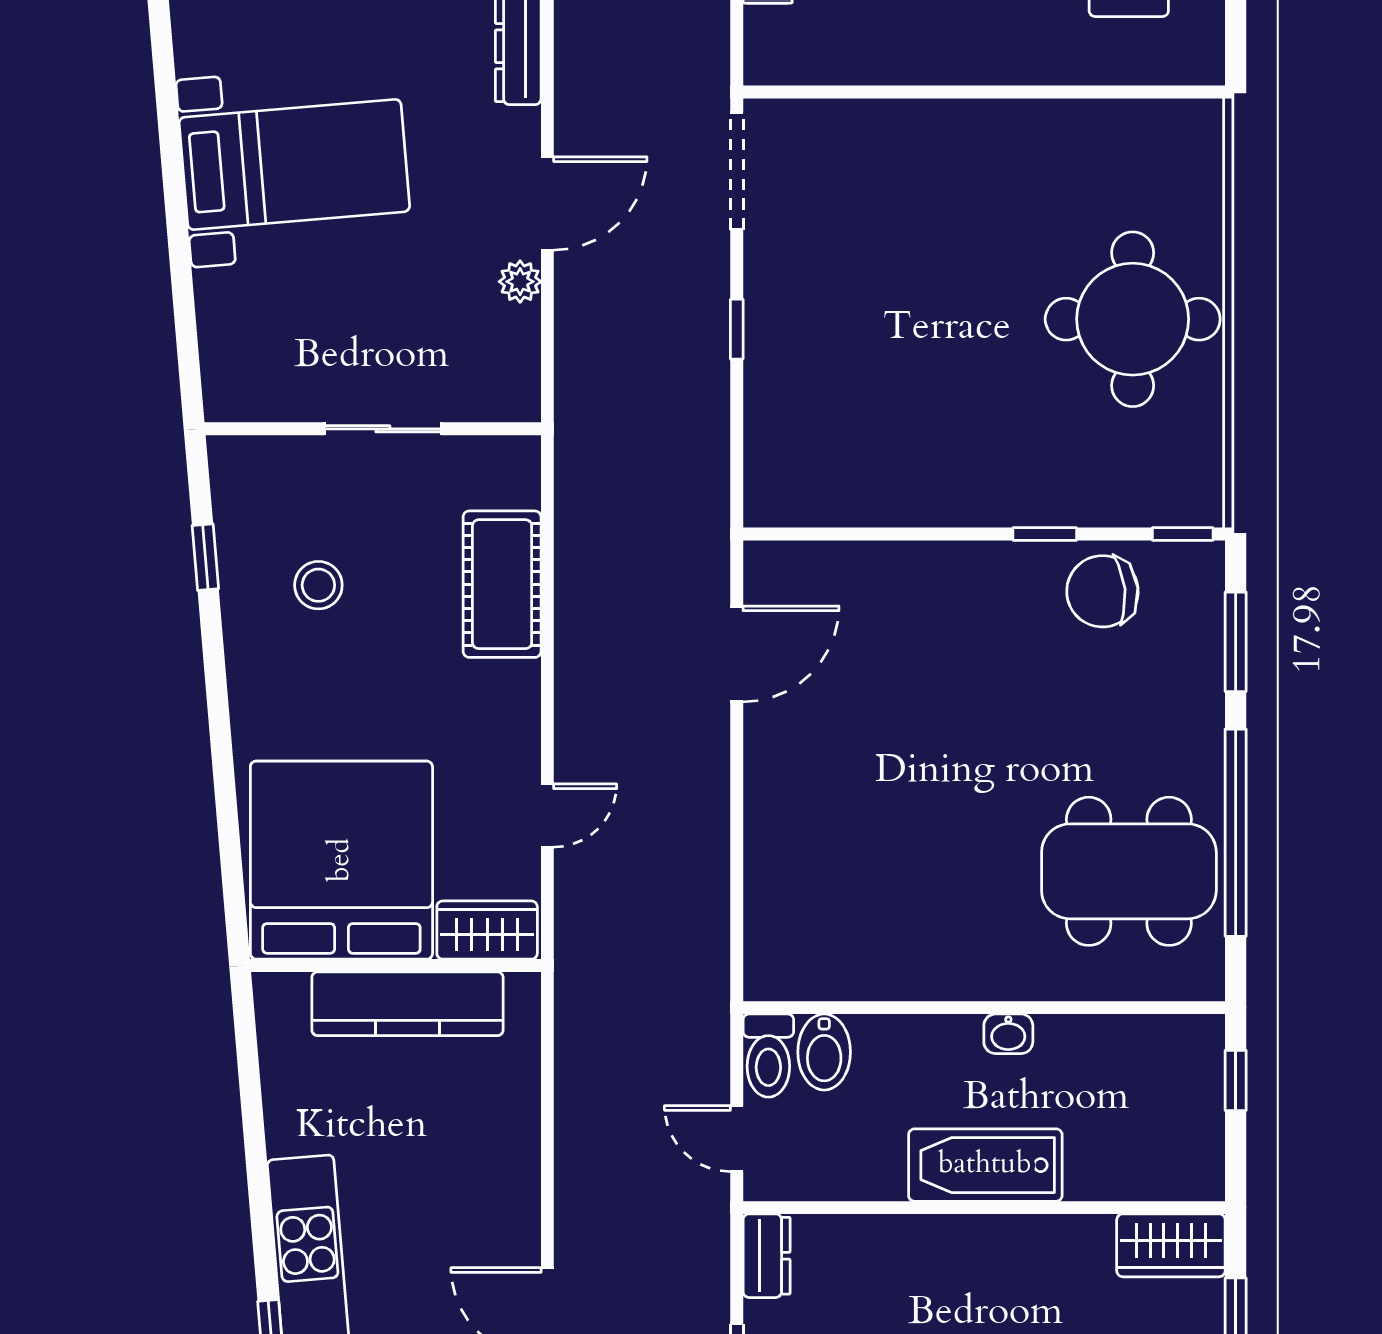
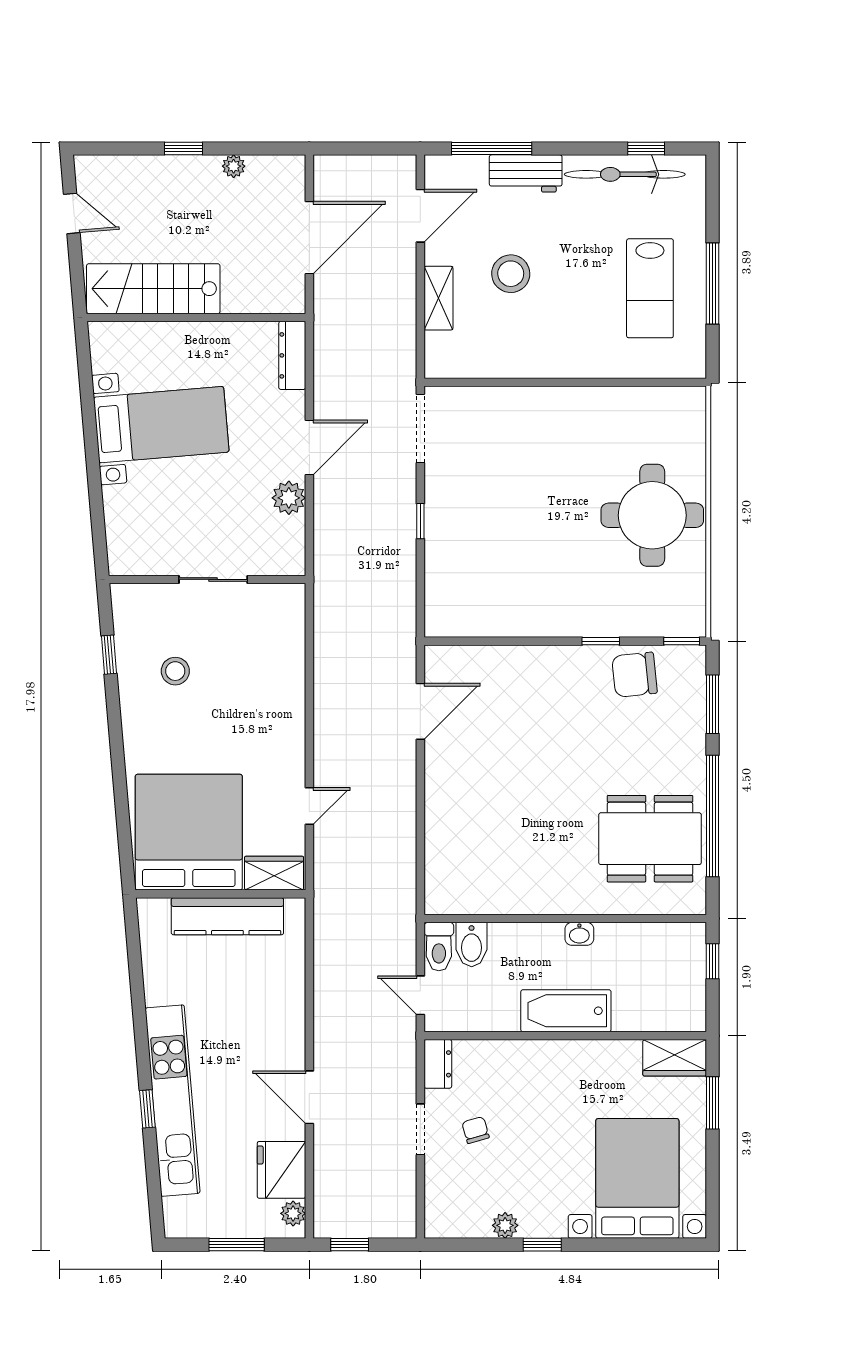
plant: (520, 282) -> (289, 498), width x1.38, depth x1.38
cot: (502, 584) -> (283, 670), removed

